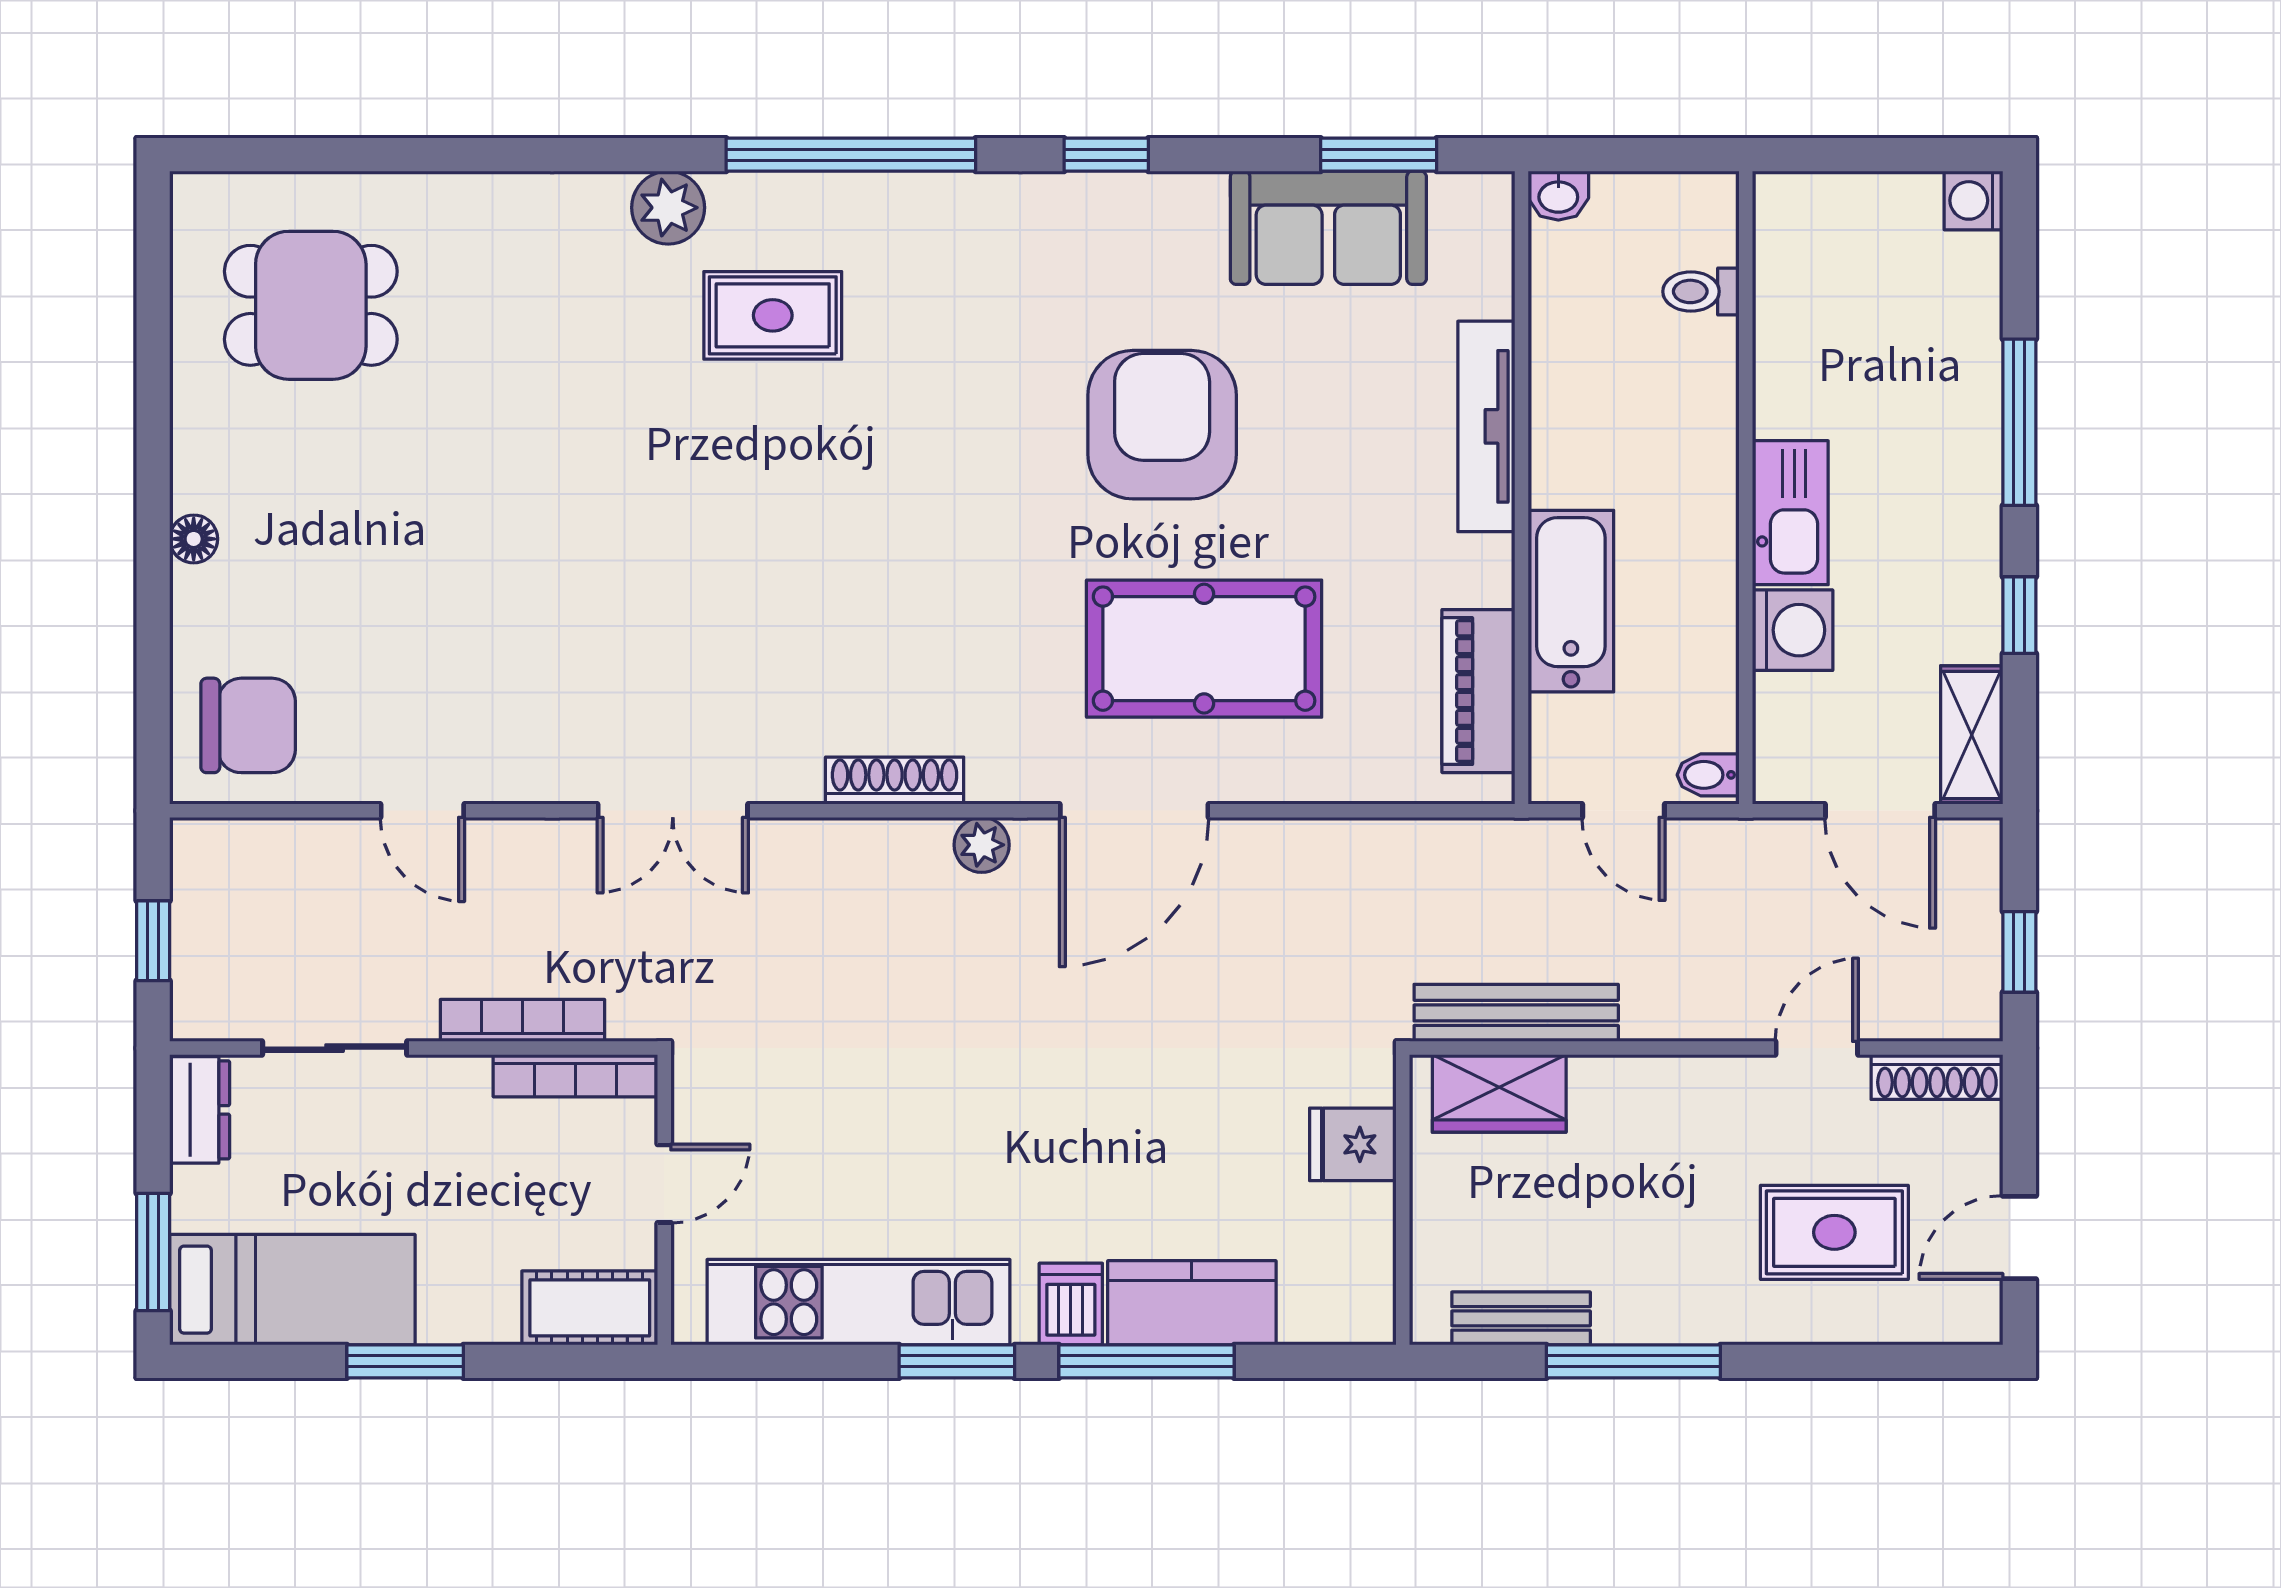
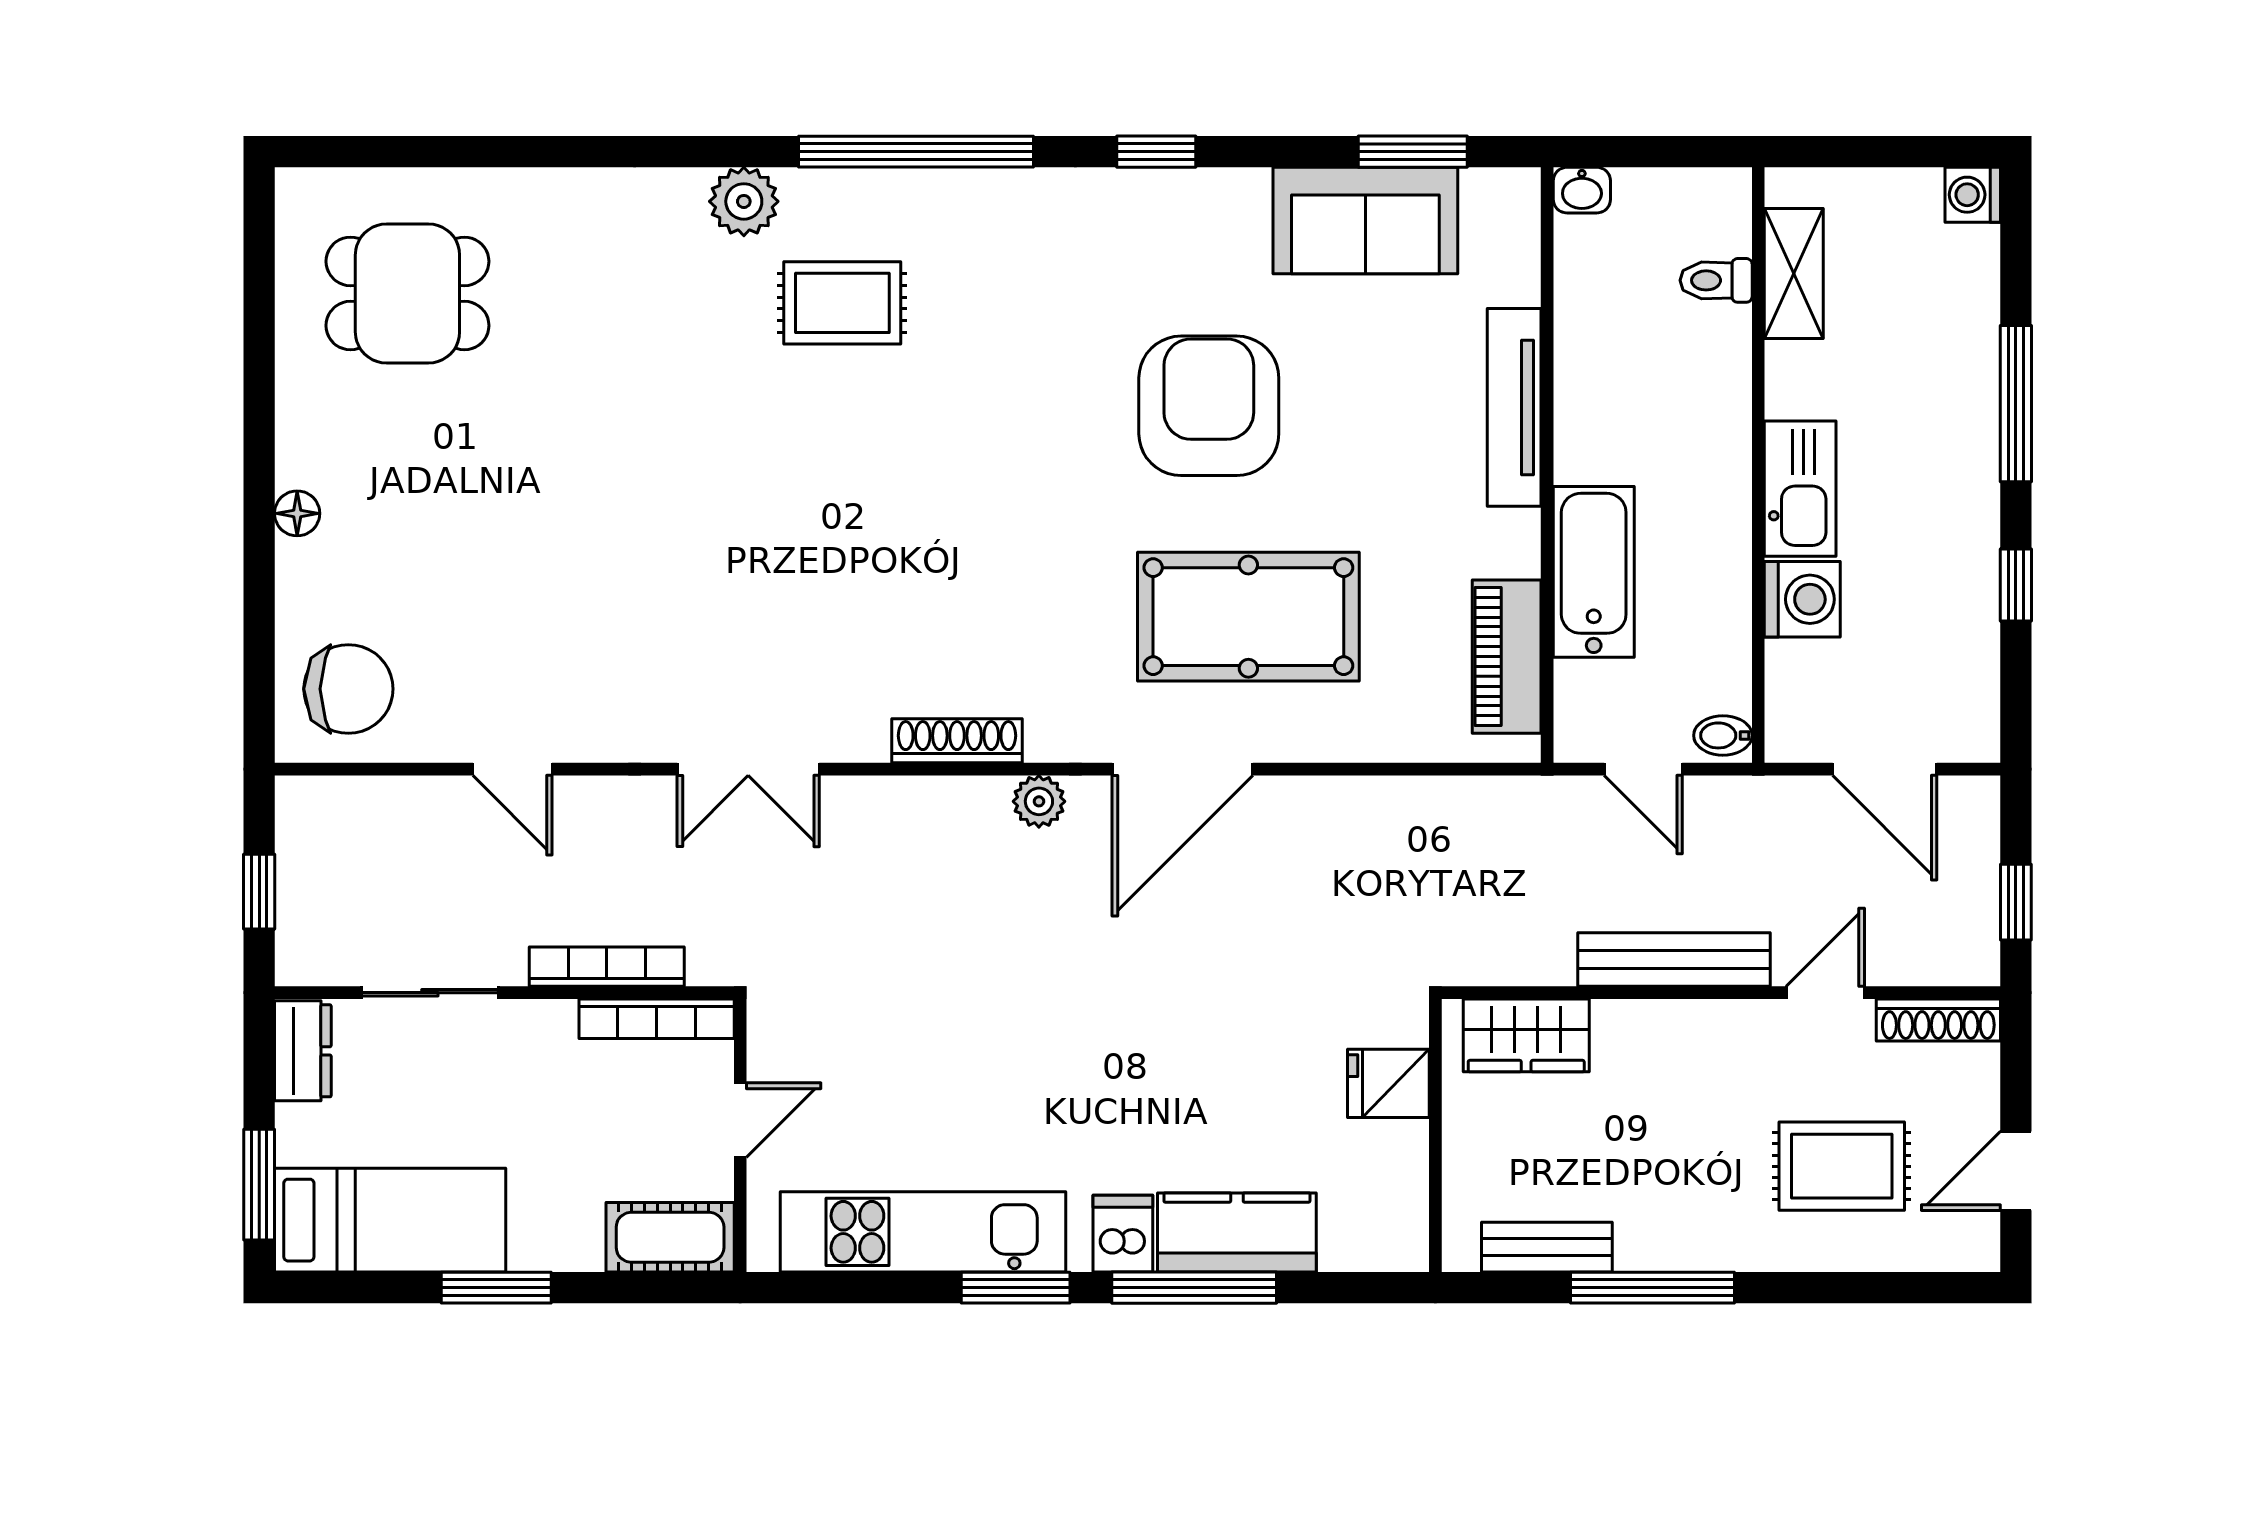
shelving: (1972, 735) -> (1794, 273), moved
bench: (1516, 1013) -> (1674, 960), moved

